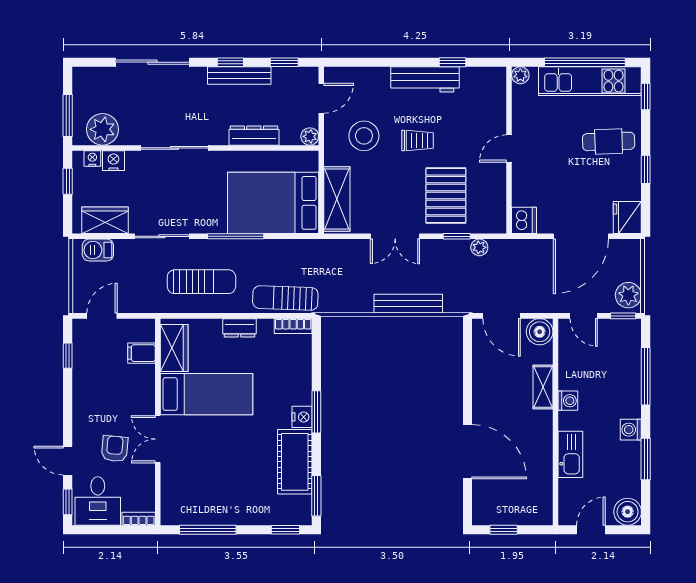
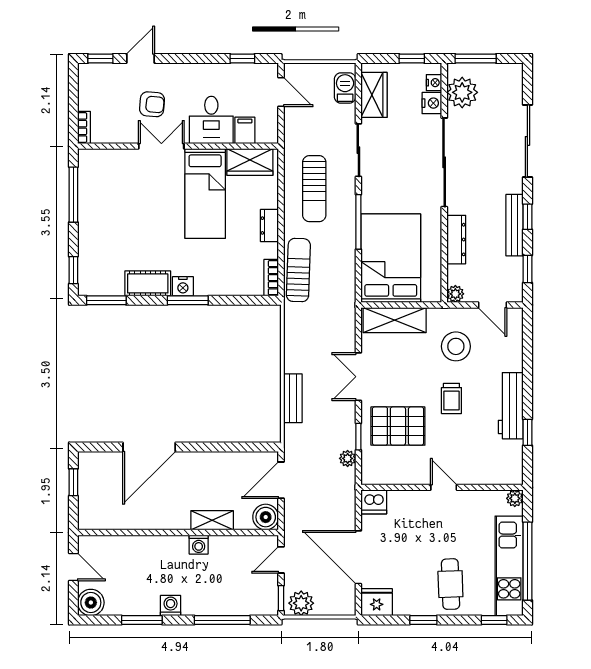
sliding door: (174, 148) -> (444, 162), width x1.36
bench: (408, 304) -> (293, 398), width x0.73
kitchen sink: (570, 454) -> (146, 547), removed
cot: (295, 462) -> (148, 283), width x0.73, depth x0.75
desk: (98, 501) -> (211, 120), moved, turned -90

